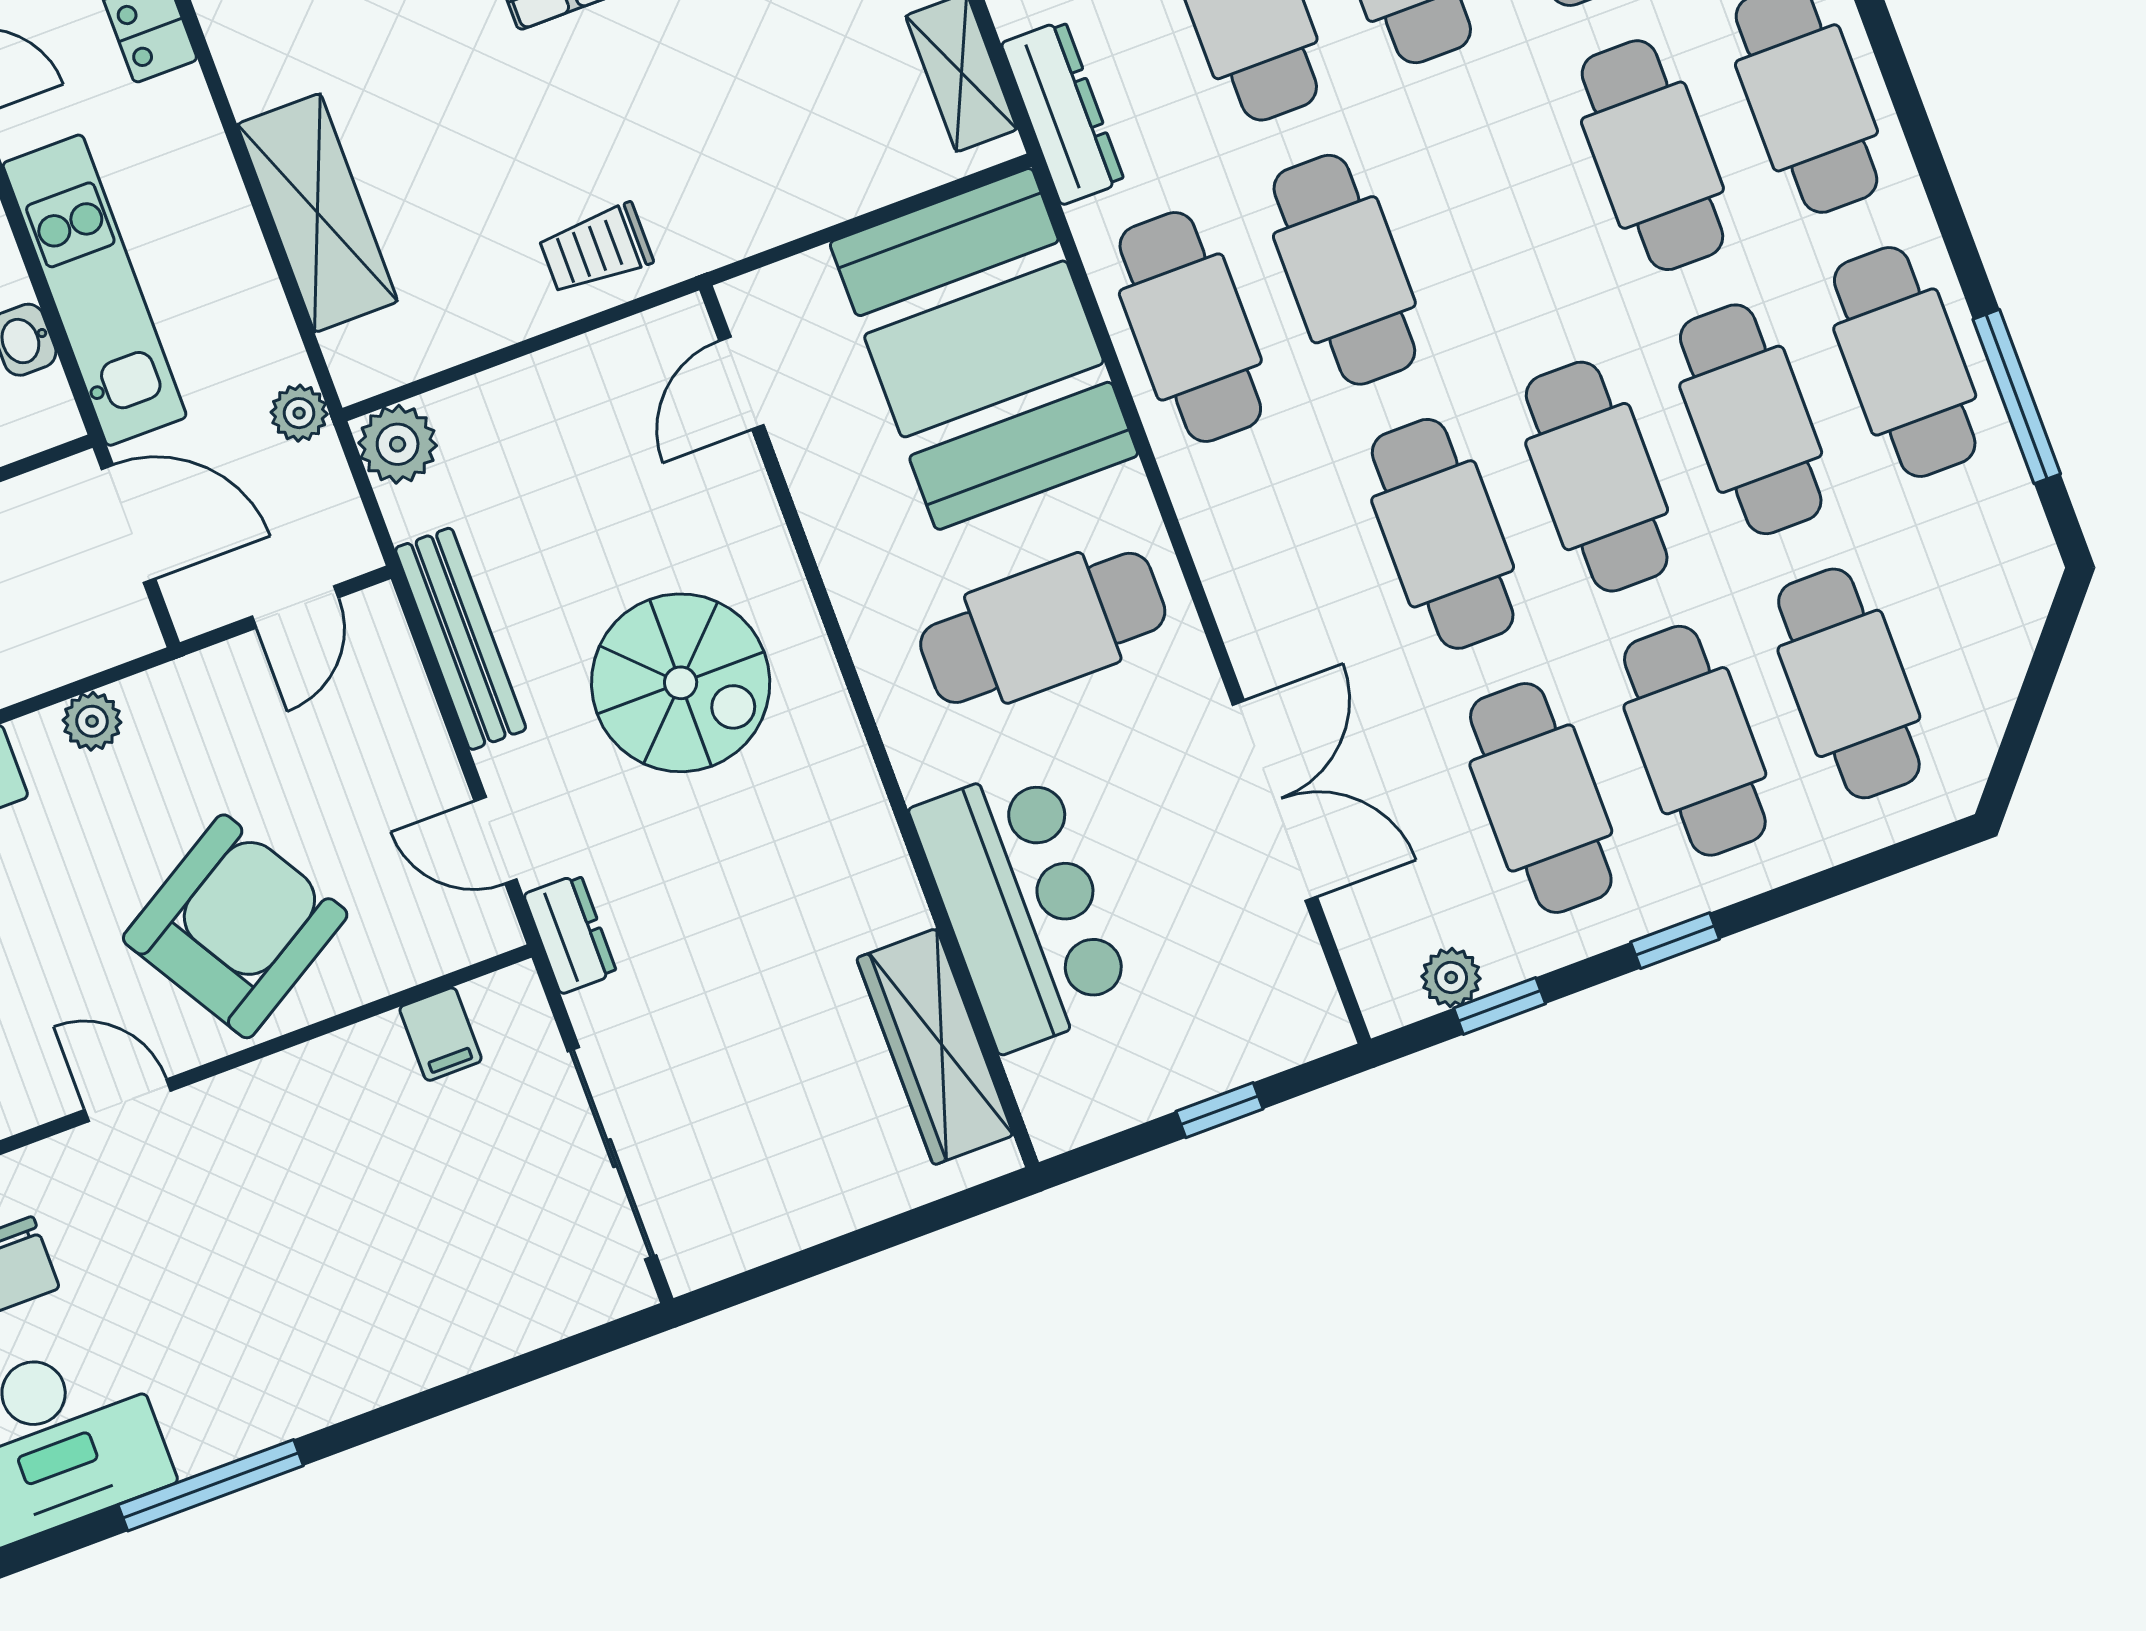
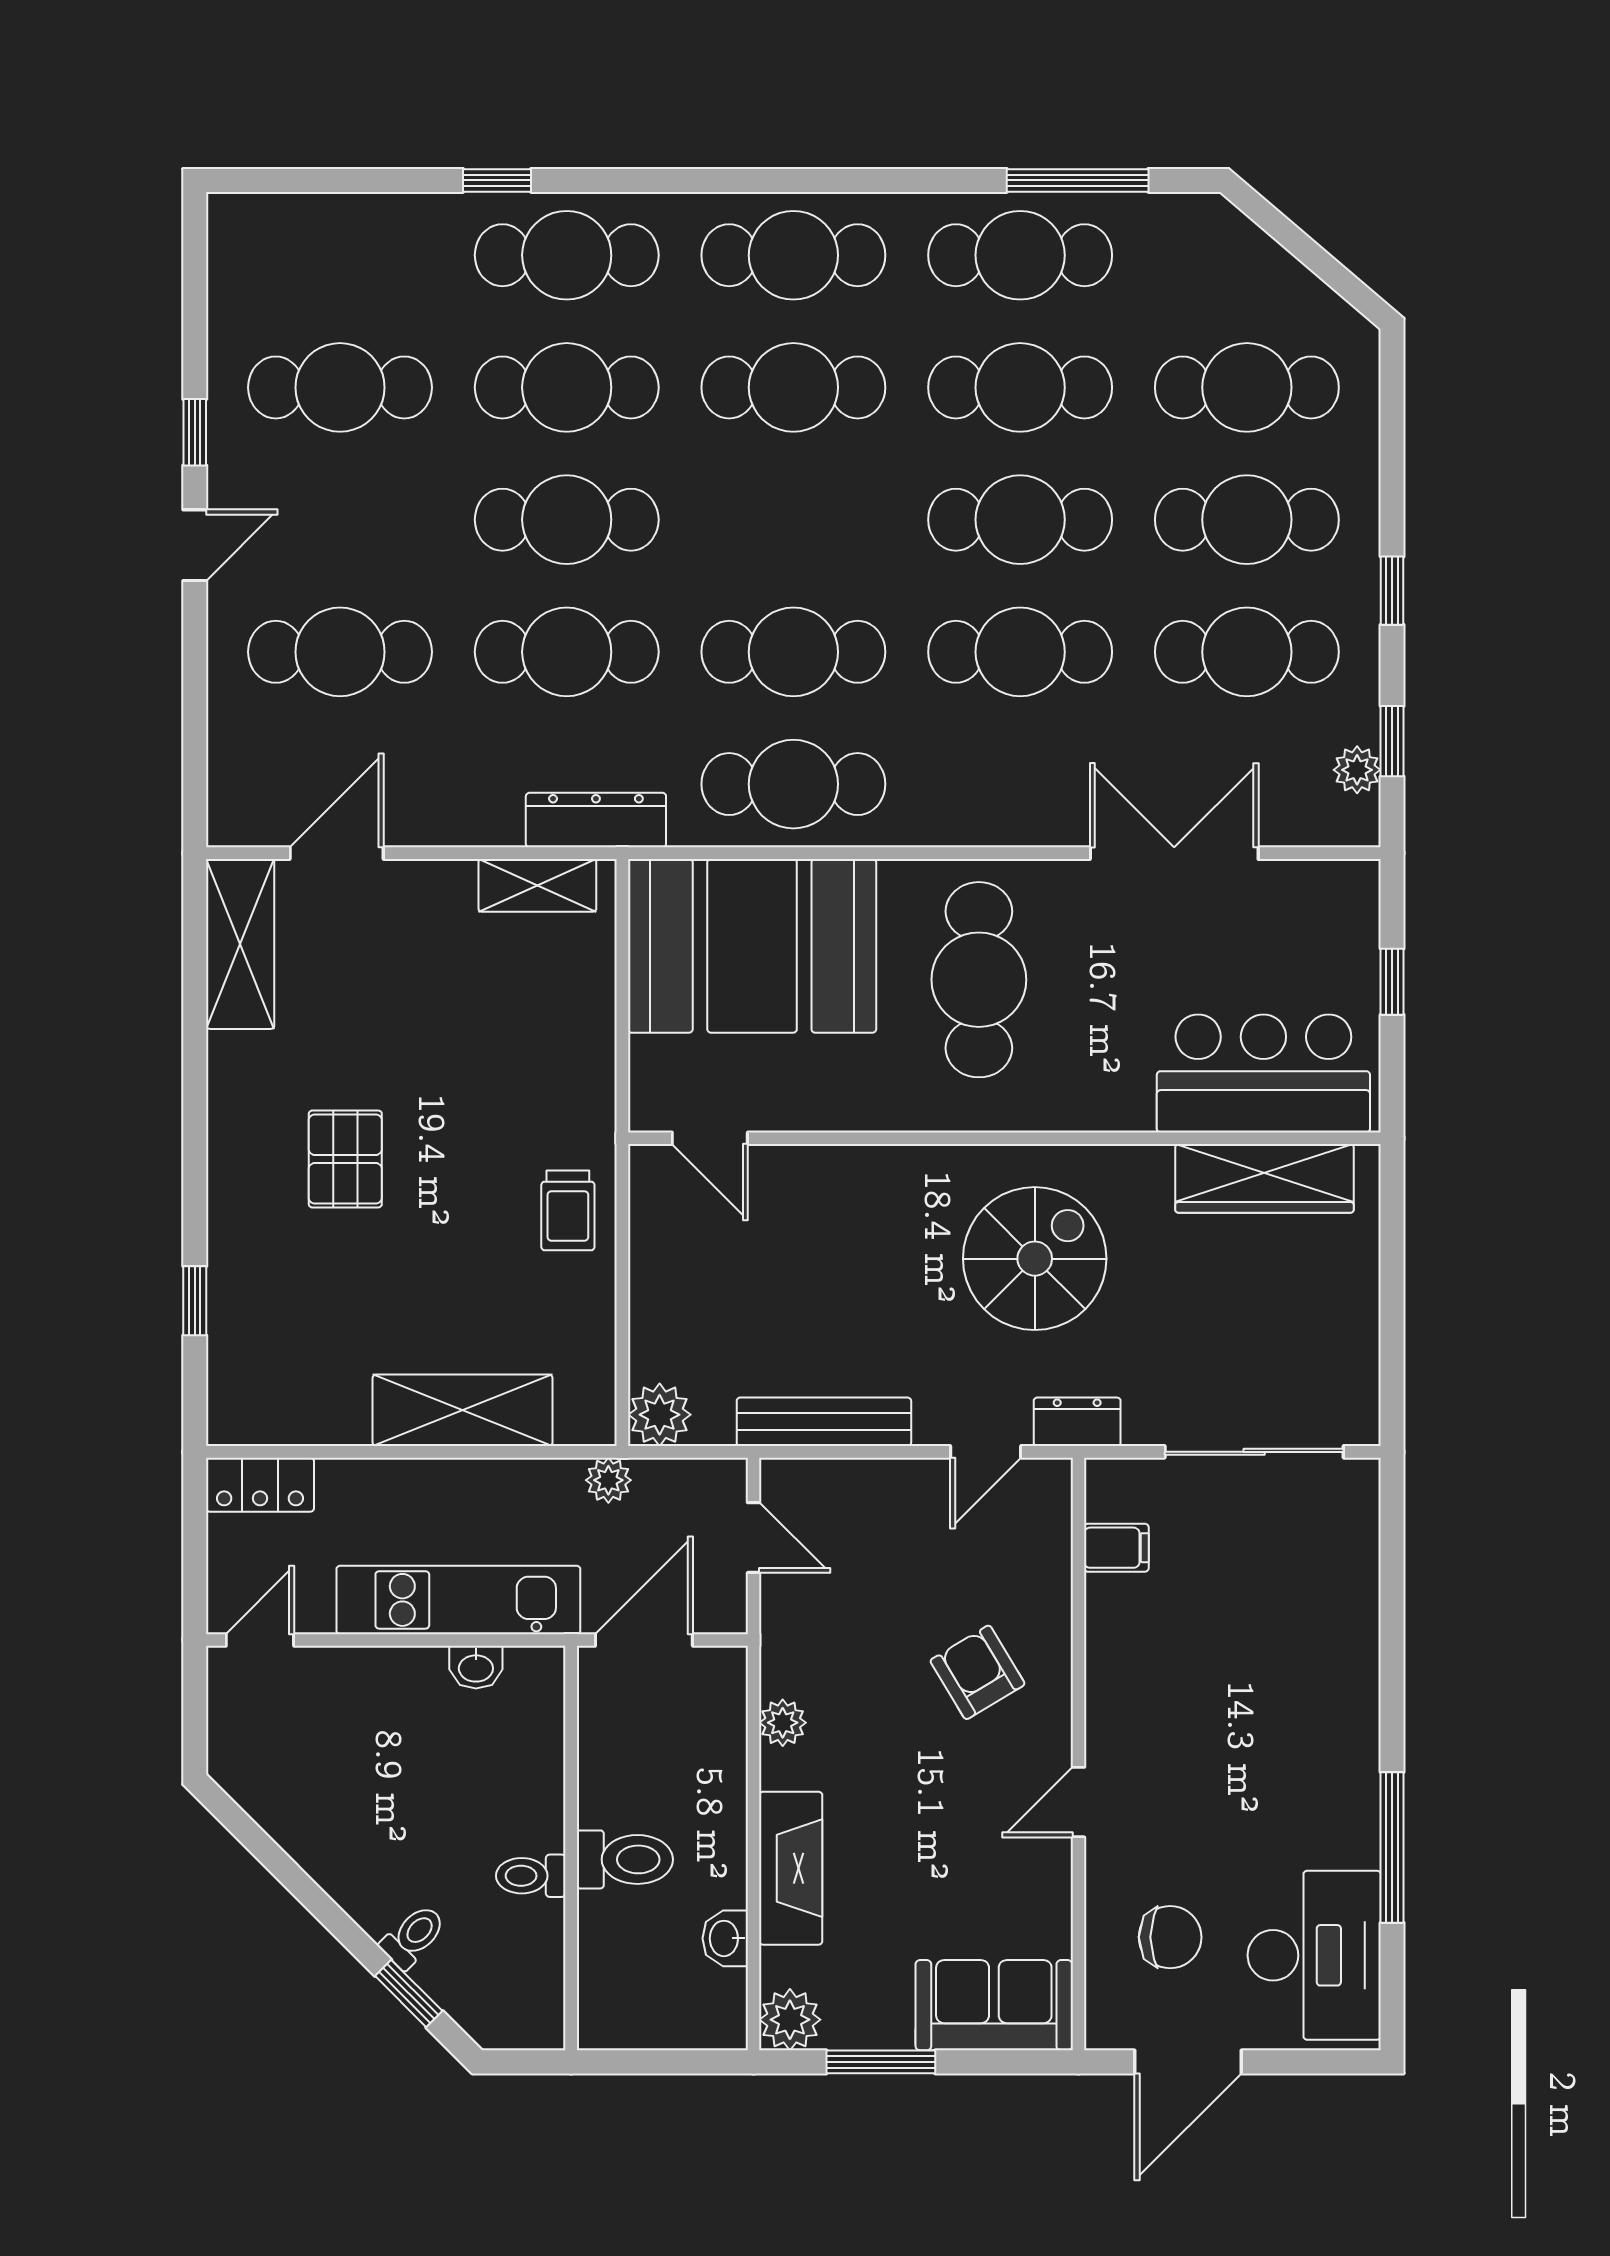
spiral stairs: (681, 683) -> (1035, 1259), moved
bar counter: (1022, 907) -> (1263, 1073), moved
armchair: (235, 926) -> (977, 1672), width x0.53, depth x0.53

